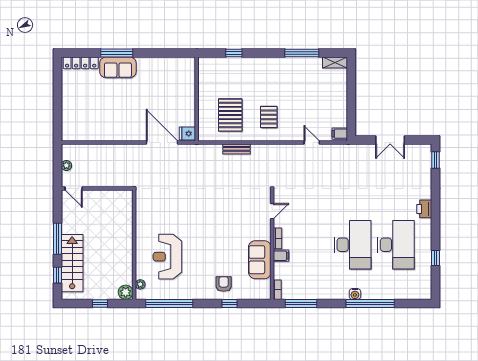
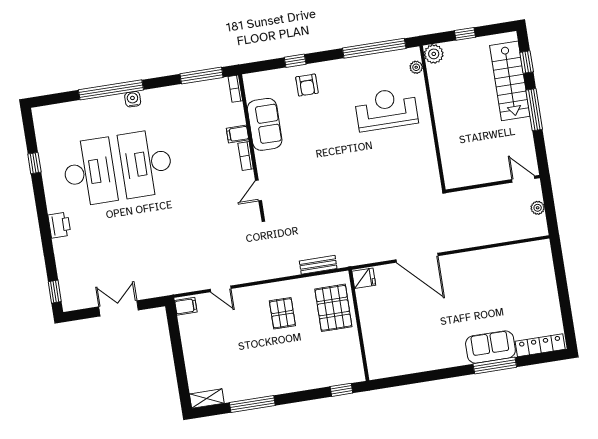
wall: (197, 99) -> (359, 325), moved
fridge: (187, 134) -> (364, 278), moved
desk: (396, 245) -> (89, 172), turned 180
reception desk: (167, 257) -> (386, 109), turned -90

